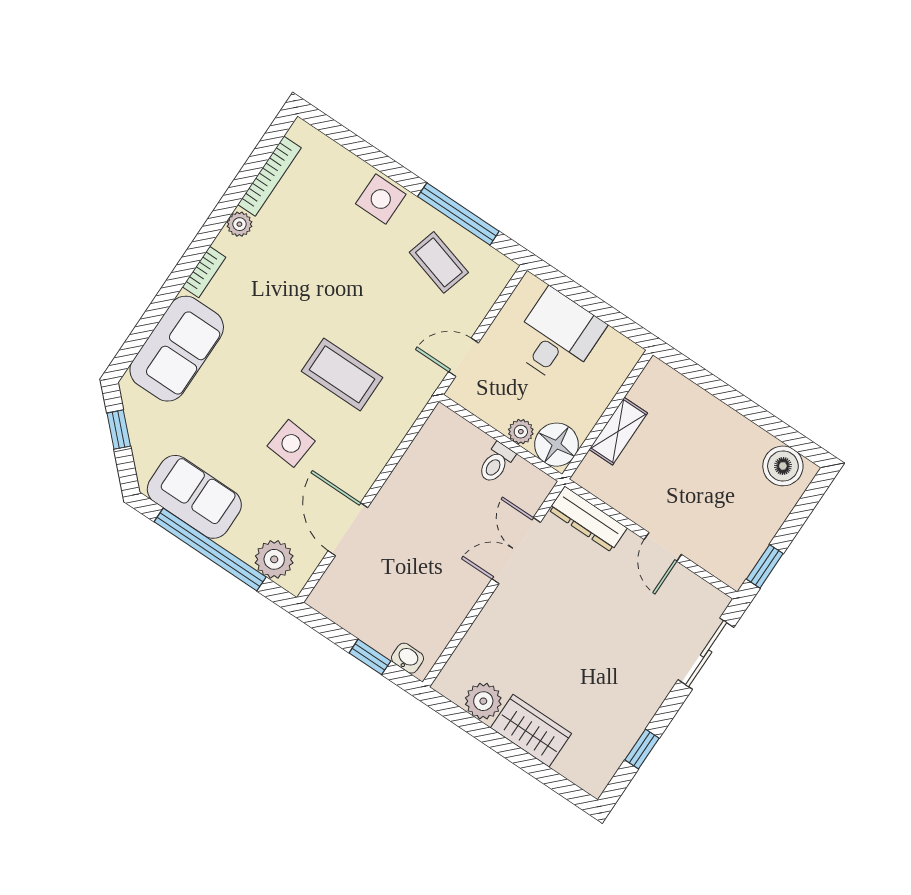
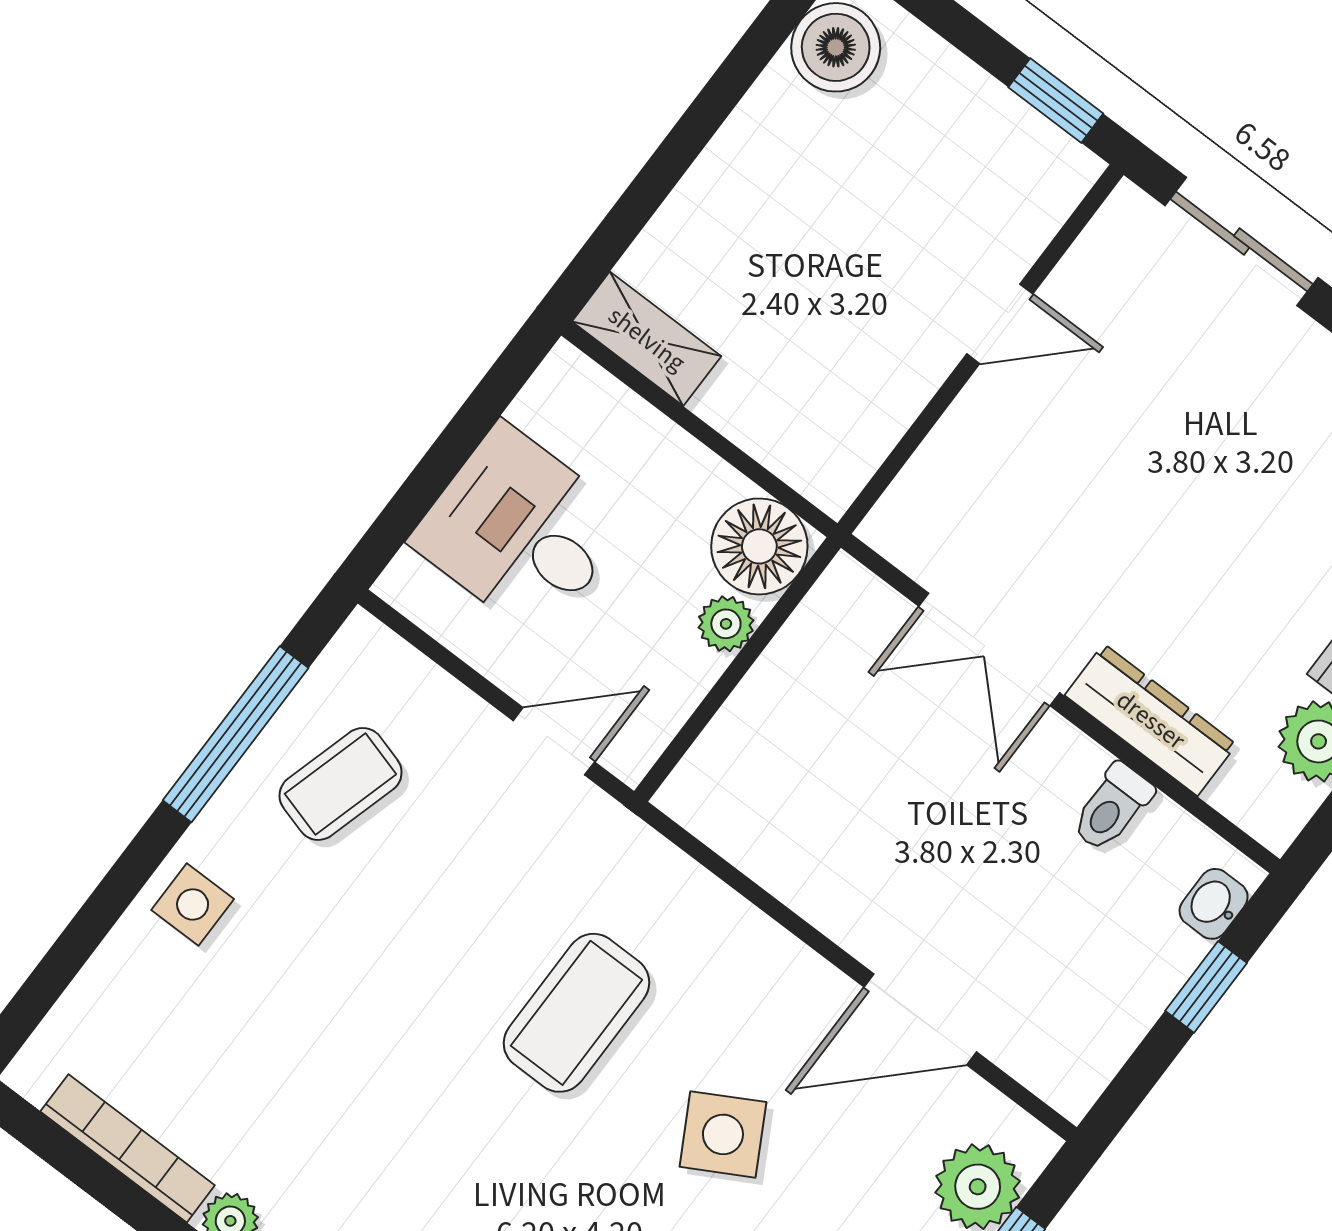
side table: (381, 199) -> (193, 904), width x0.73, depth x0.73
door: (463, 357) -> (554, 741), swing flipped
shelving: (618, 431) -> (647, 339), moved
side table: (291, 443) -> (723, 1134), turned -34
toilet: (496, 463) -> (1112, 808), moved, turned 90
dresser: (588, 519) -> (1151, 720), moved, turned -90

